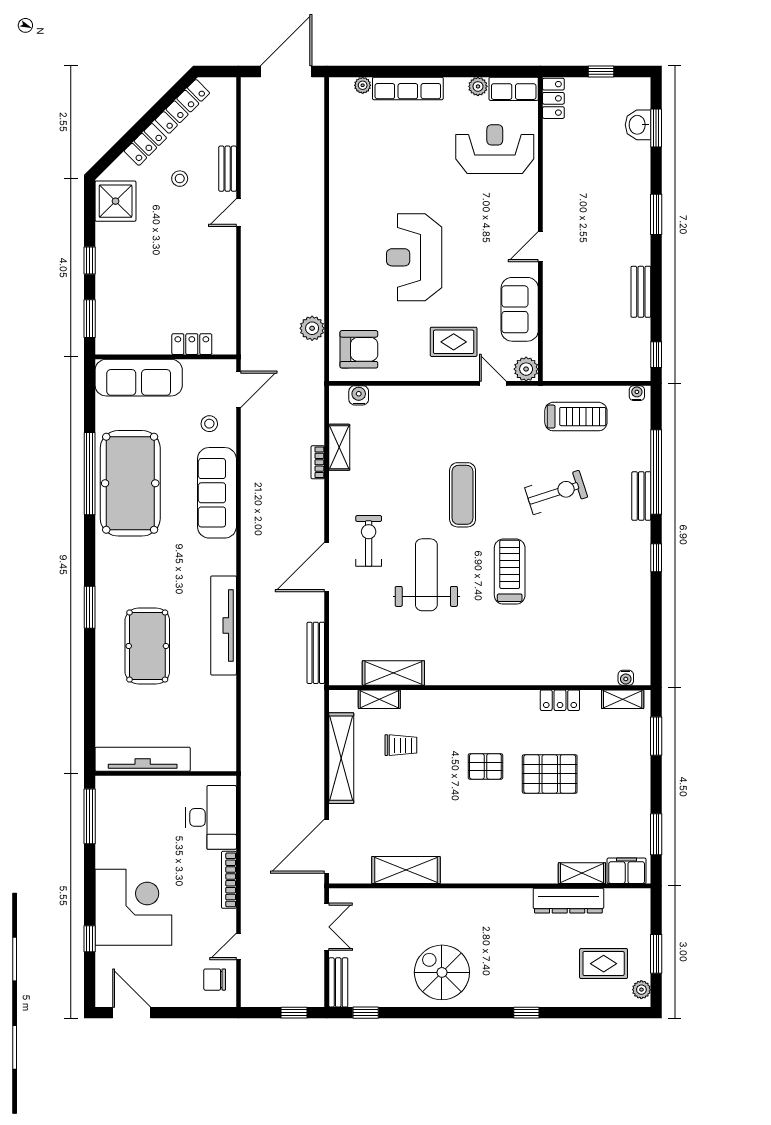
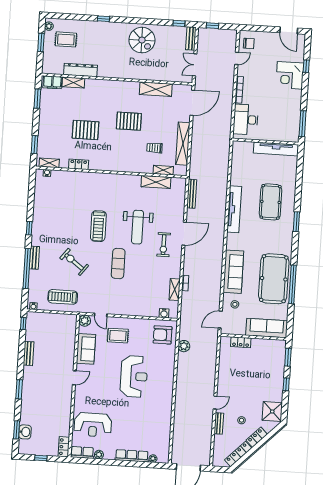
exercise bike: (556, 492) -> (74, 262), turned 55
pallet: (485, 766) -> (129, 121), moved, width x1.50, depth x1.42
corner desk: (133, 907) -> (290, 75), width x0.74, depth x0.74

